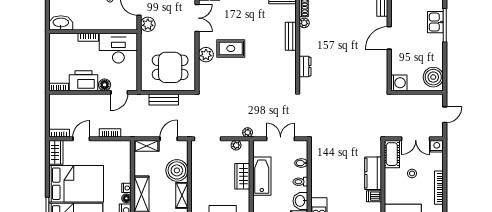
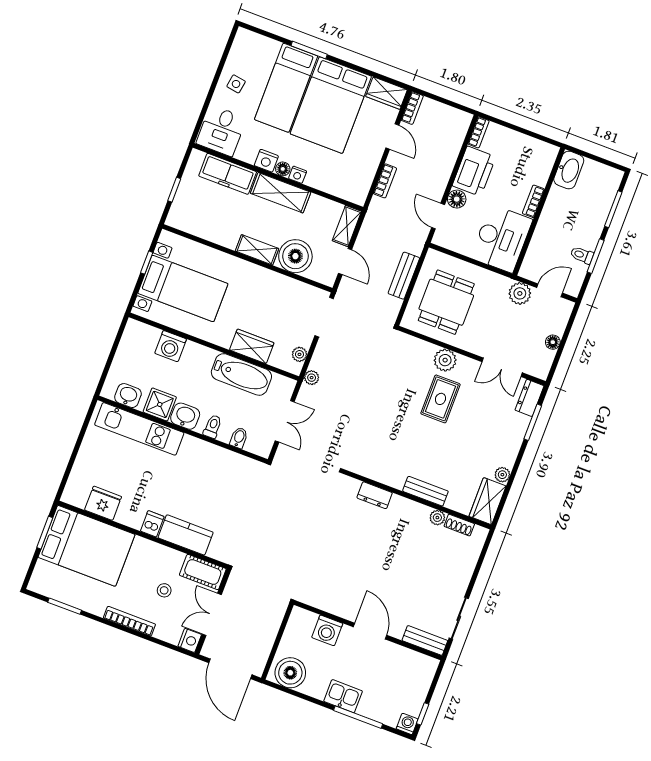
kitchen sink: (435, 22) -> (343, 696), moved
washing machine: (399, 83) -> (327, 630), moved
door: (445, 115) -> (230, 669), width x1.87

